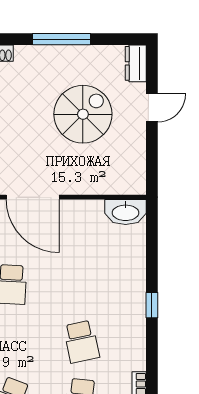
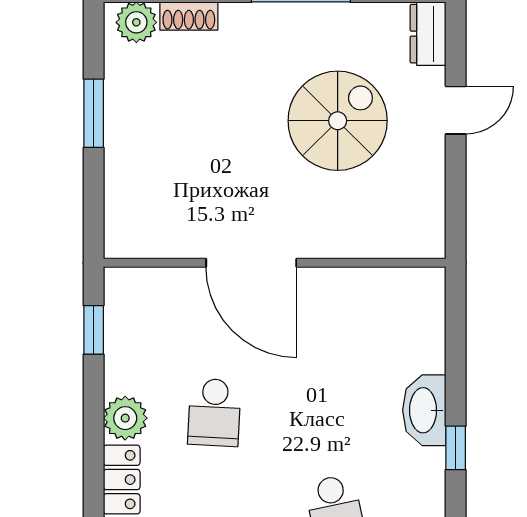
washbasin: (126, 212) -> (424, 410), moved, turned 90

